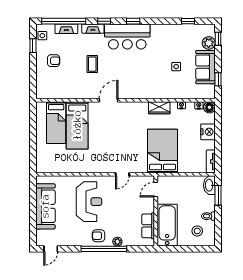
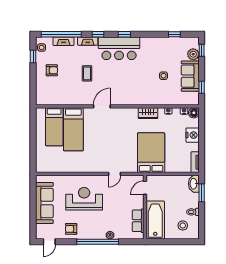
reception desk: (89, 202) -> (84, 199), turned -90
armchair: (99, 236) -> (71, 229), moved

